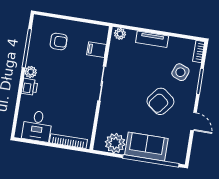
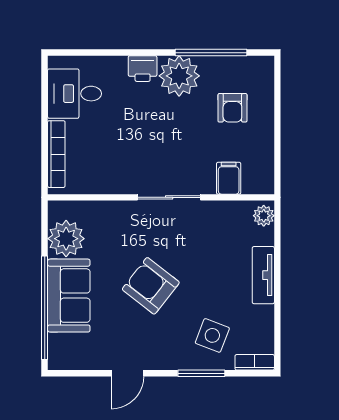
plant: (31, 72) -> (179, 76), width x1.87, depth x1.87
armchair: (160, 101) -> (151, 286), moved

